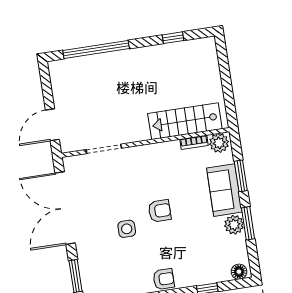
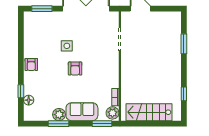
window: (96, 49) -> (184, 44), width x0.47
stairs: (185, 121) -> (149, 112), moved, turned -90
window: (241, 176) -> (102, 124), moved
floor lamp: (239, 272) -> (29, 100), moved

